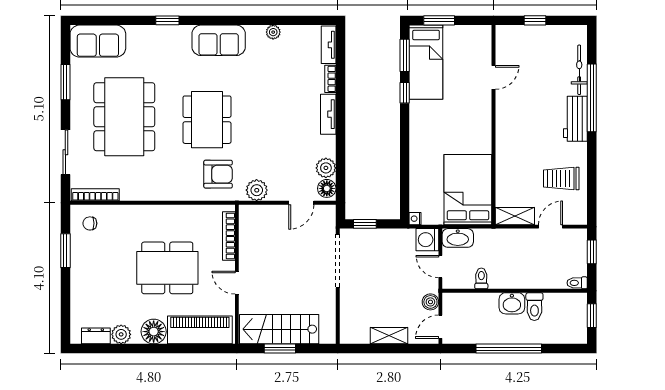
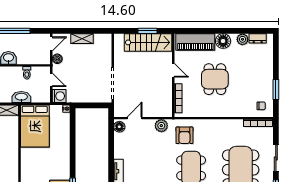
sliding door: (65, 152) -> (276, 158), moved
plant: (326, 168) -> (120, 139), removed
armchair: (218, 174) -> (184, 135), turned -90
window: (365, 224) -> (96, 105), removed
washbasin: (458, 238) -> (21, 97), moved
dining table: (167, 268) -> (215, 79), width x0.73

